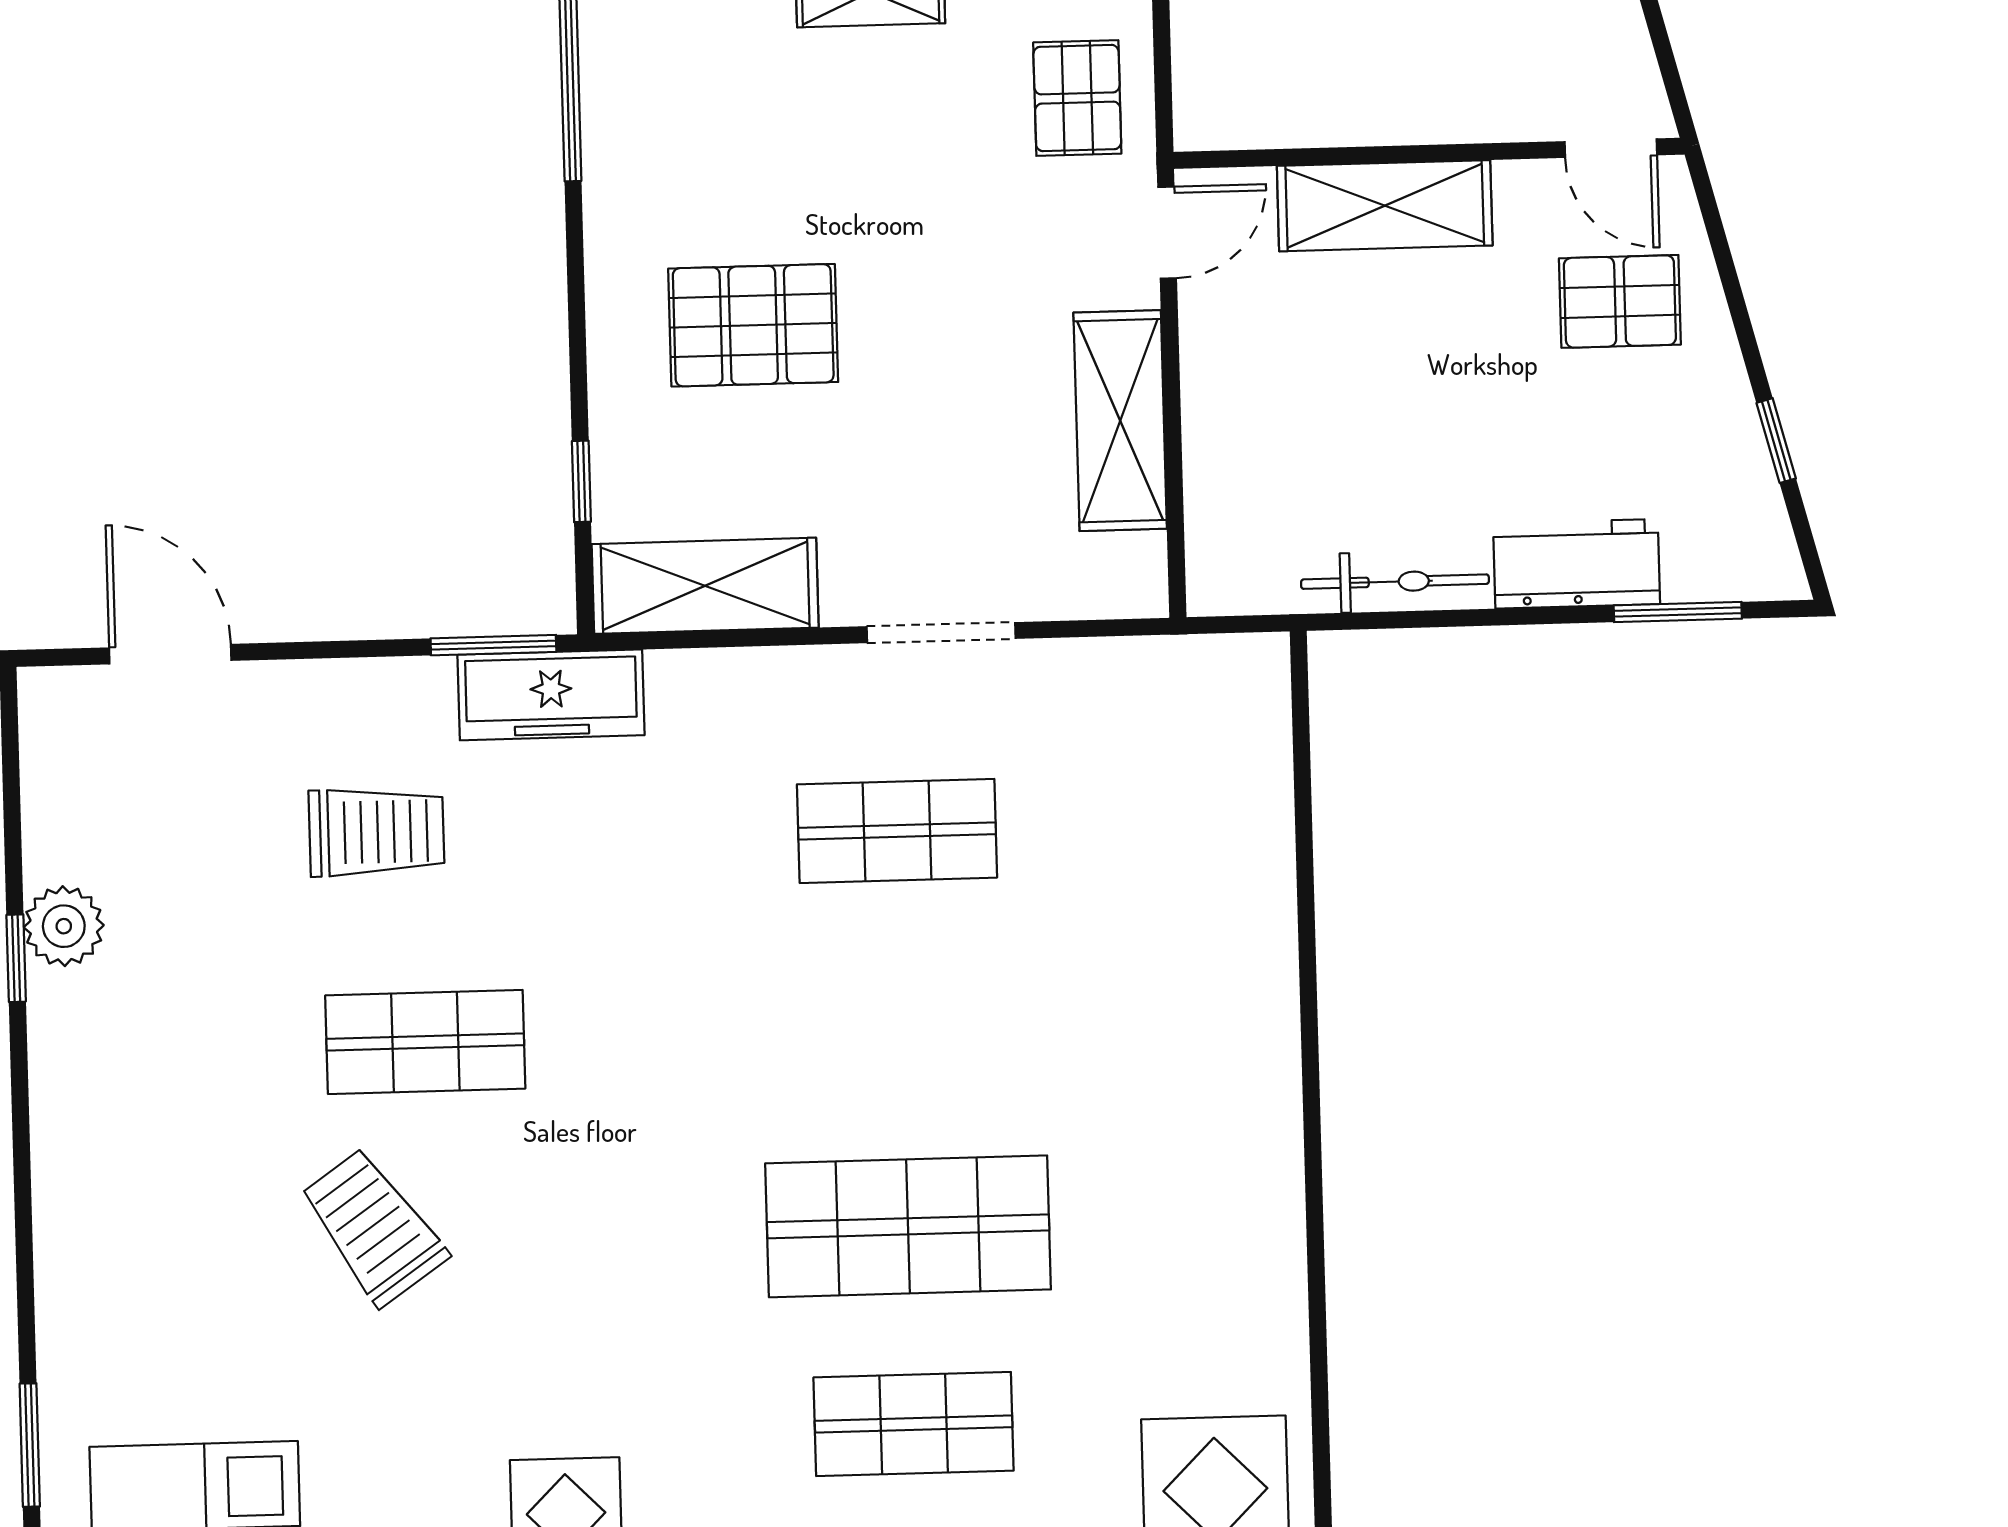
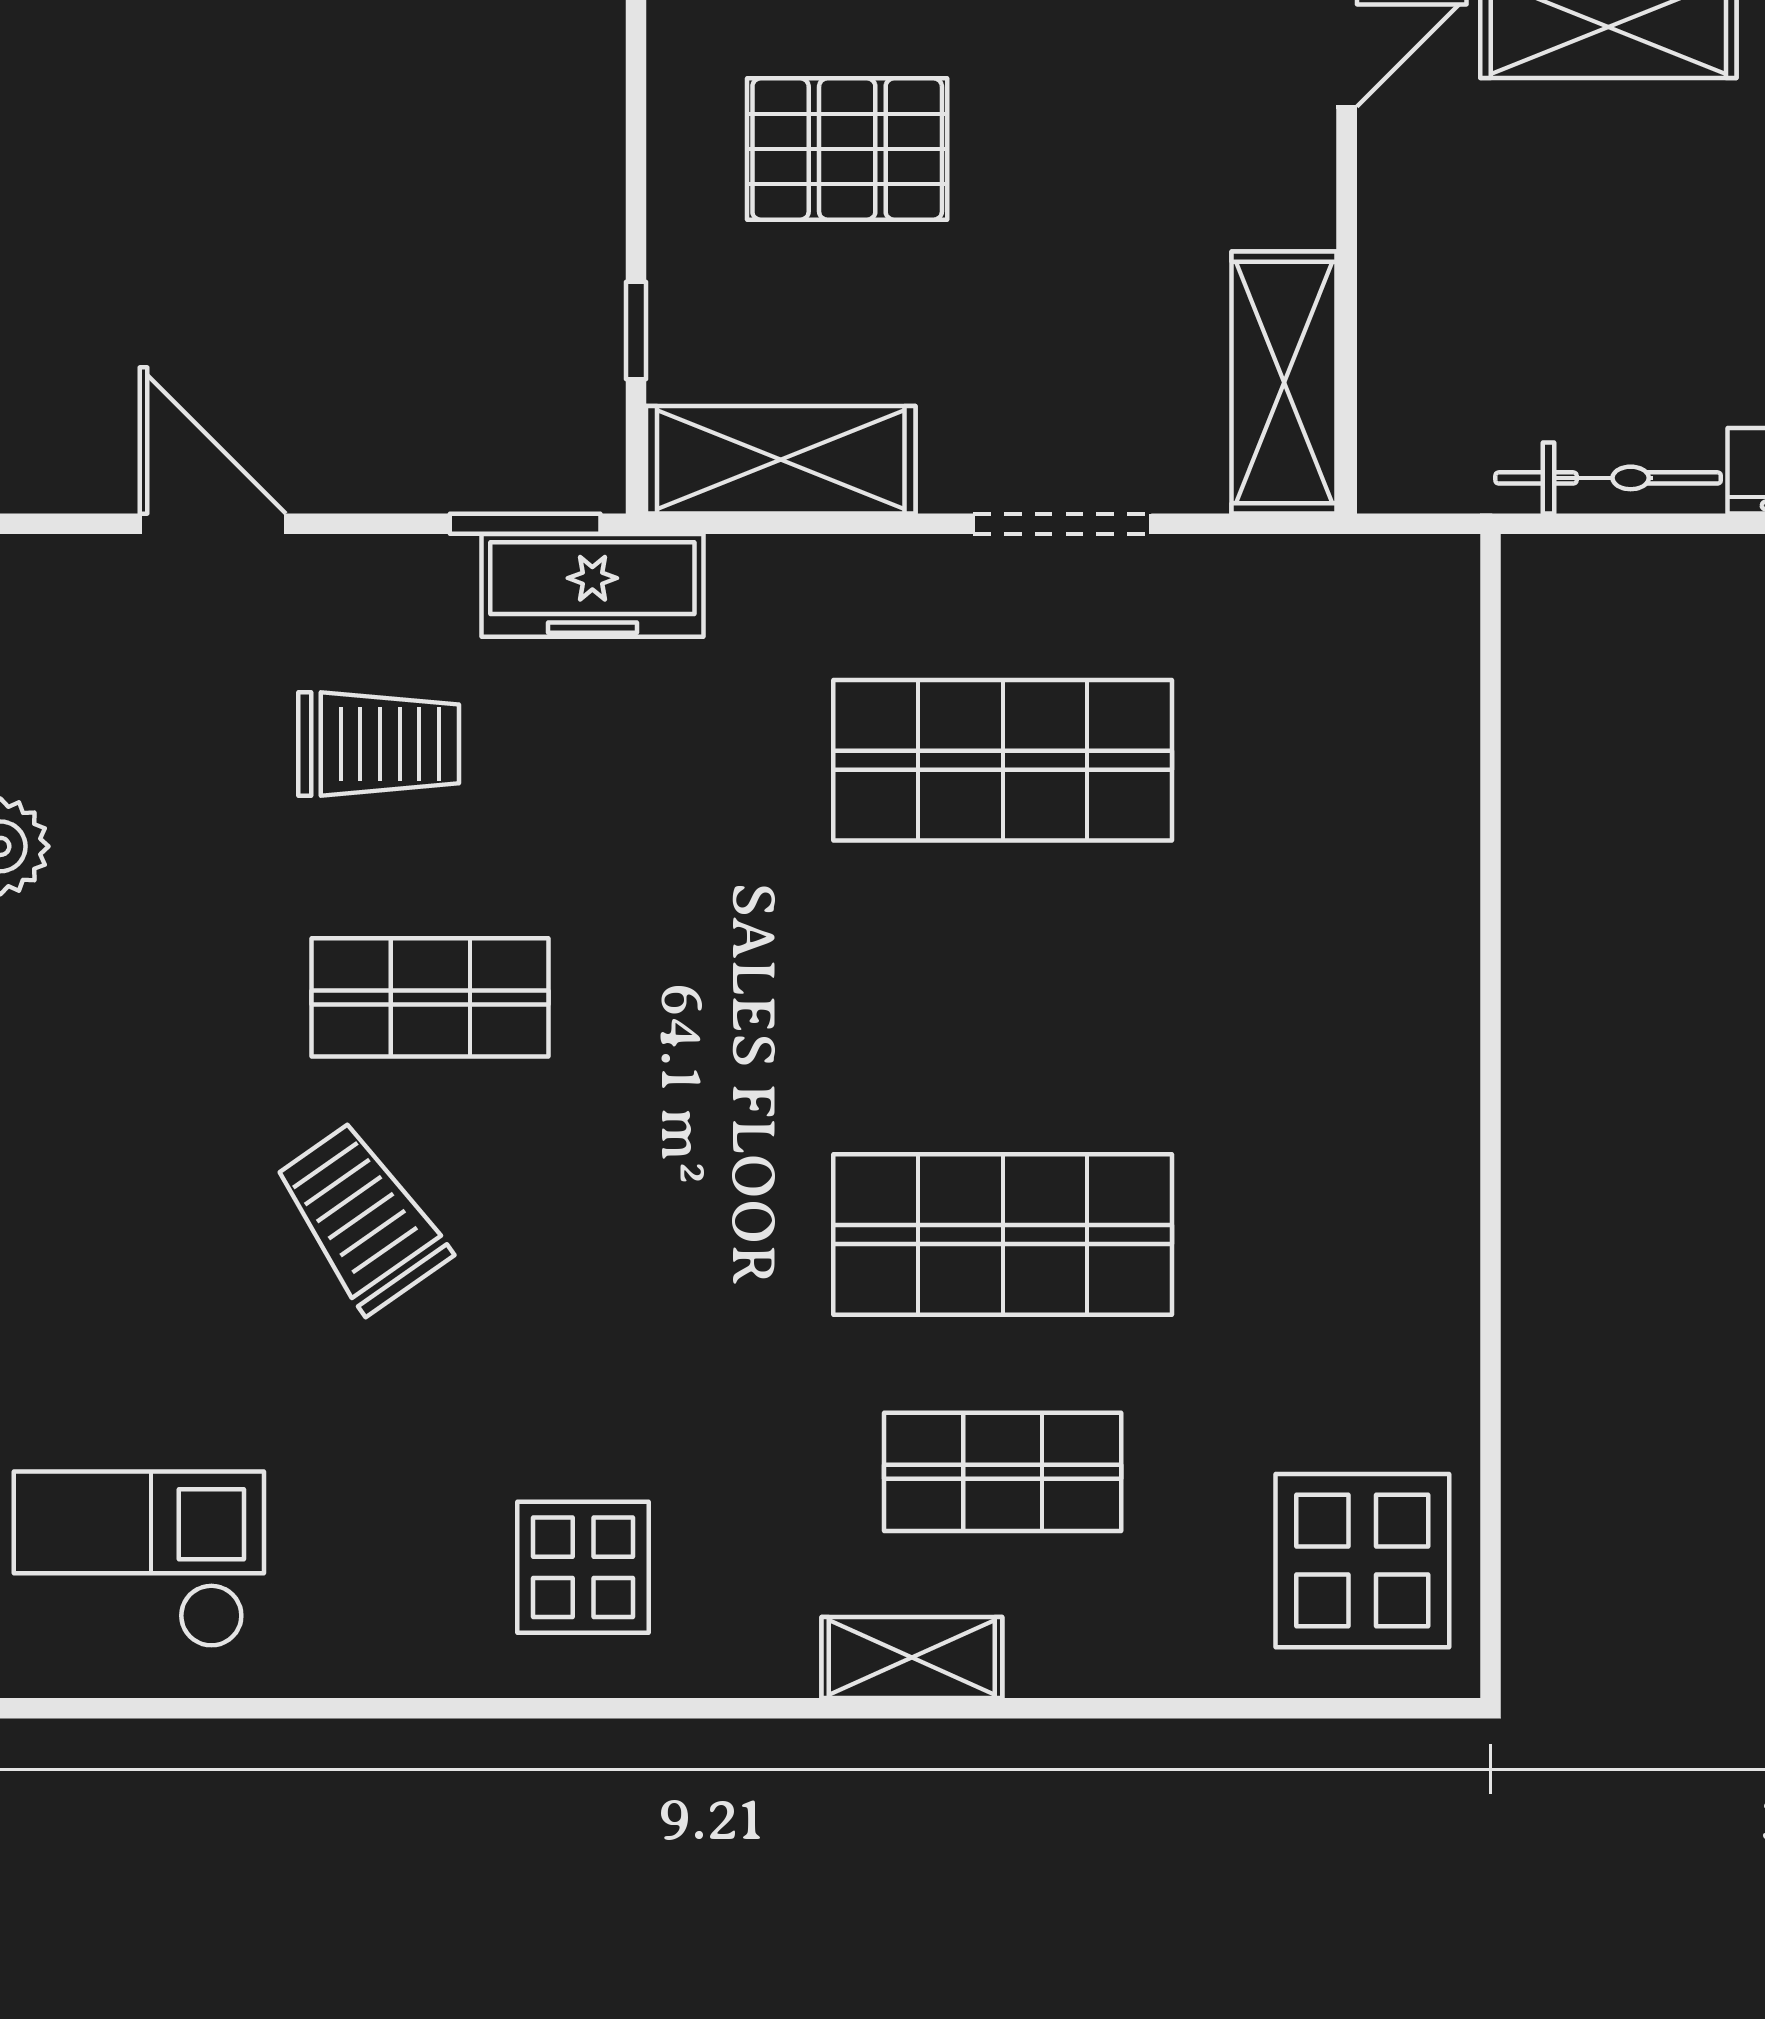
shelving: (1120, 421) -> (1284, 383), moved
door: (170, 654) -> (213, 524), moved
shop shelf: (897, 831) -> (1003, 760), width x1.43, depth x1.36

